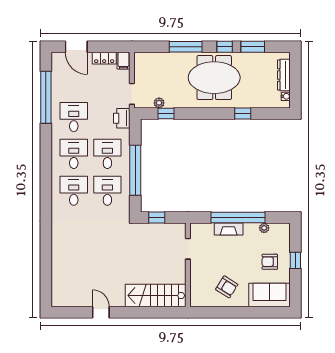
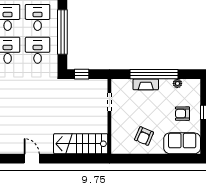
armchair: (227, 287) -> (144, 136), turned 81

